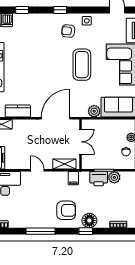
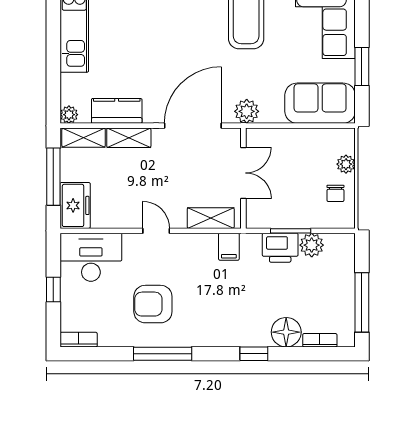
plant: (94, 111) -> (247, 111), moved
shelving: (24, 124) -> (129, 138), added
armchair: (66, 210) -> (153, 304), moved, turned 180
floor lamp: (89, 221) -> (286, 332), moved

